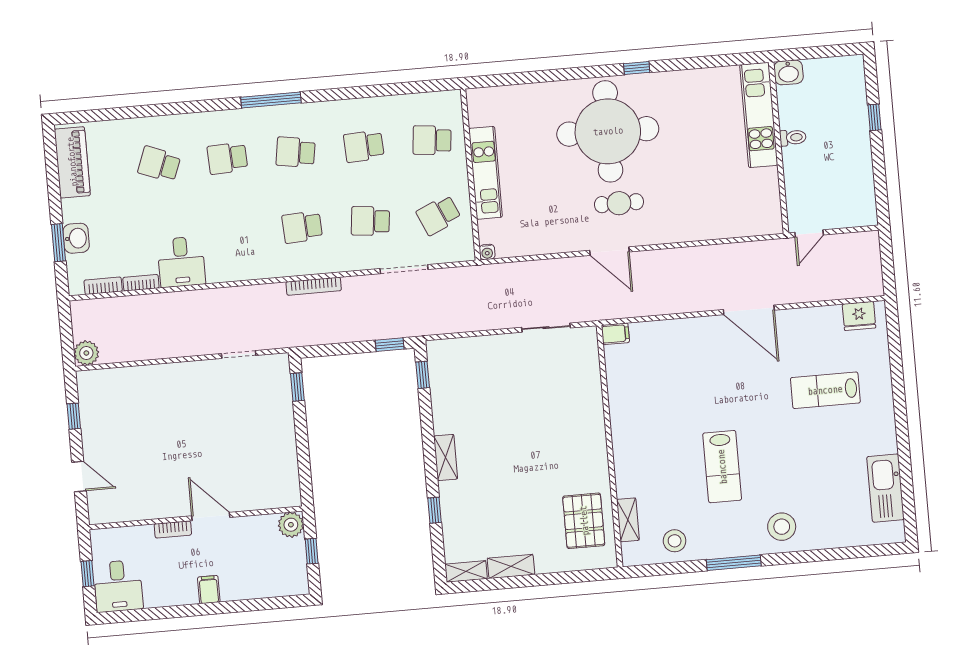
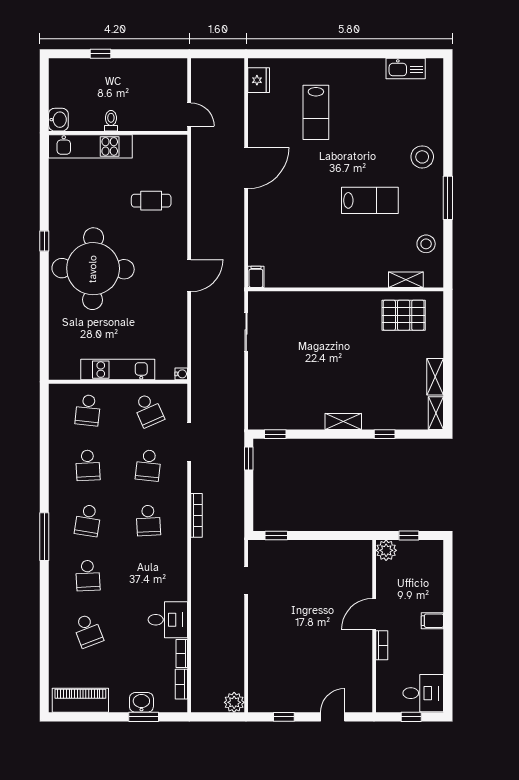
school desk: (159, 164) -> (88, 631), turned -42
cafe table: (619, 203) -> (151, 201), moved, turned 90
kitchen sink: (885, 488) -> (406, 69), width x0.73, depth x0.81

